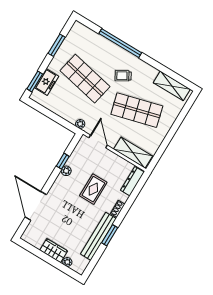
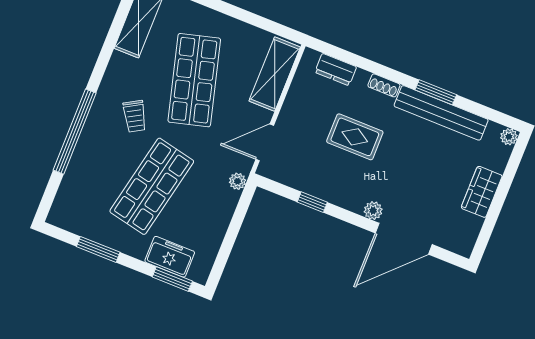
plant: (66, 171) -> (373, 211), moved
dresser: (132, 181) -> (336, 70), width x0.70
plant: (67, 262) -> (509, 137), moved

